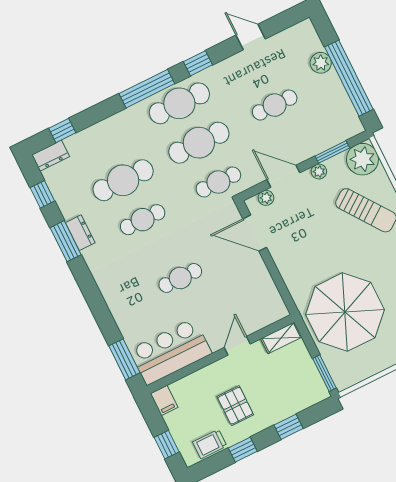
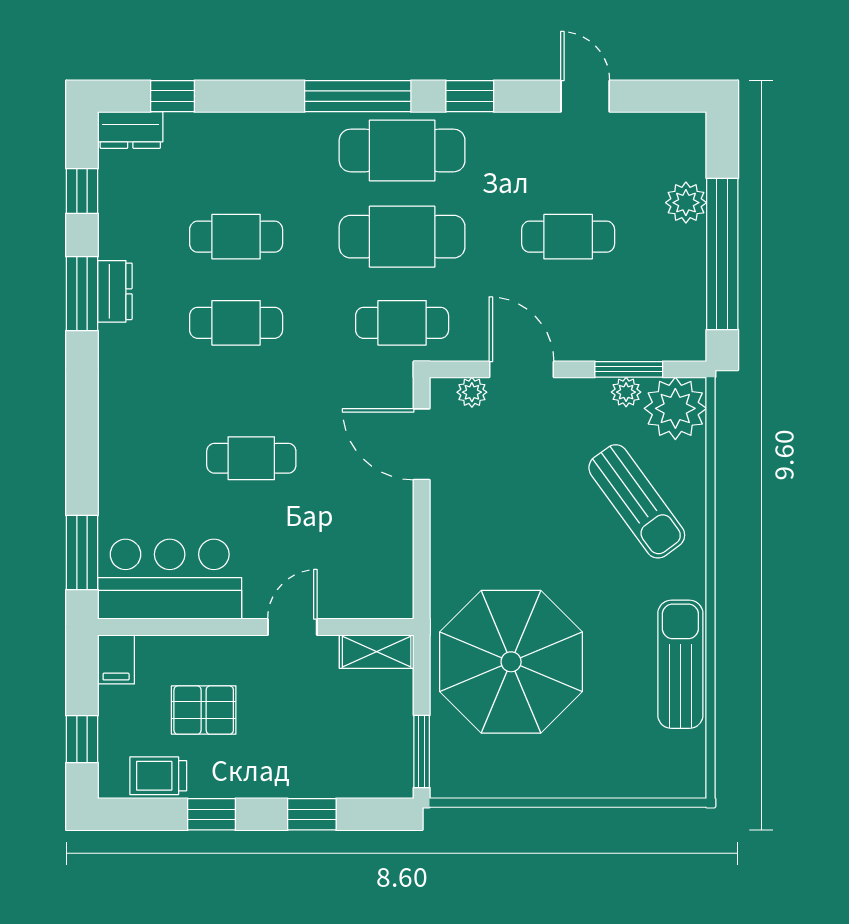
plant: (319, 172) -> (626, 392), moved
cafe table: (123, 180) -> (236, 237), width x0.73, depth x0.74
pallet: (235, 406) -> (204, 710), moved, turned 90

